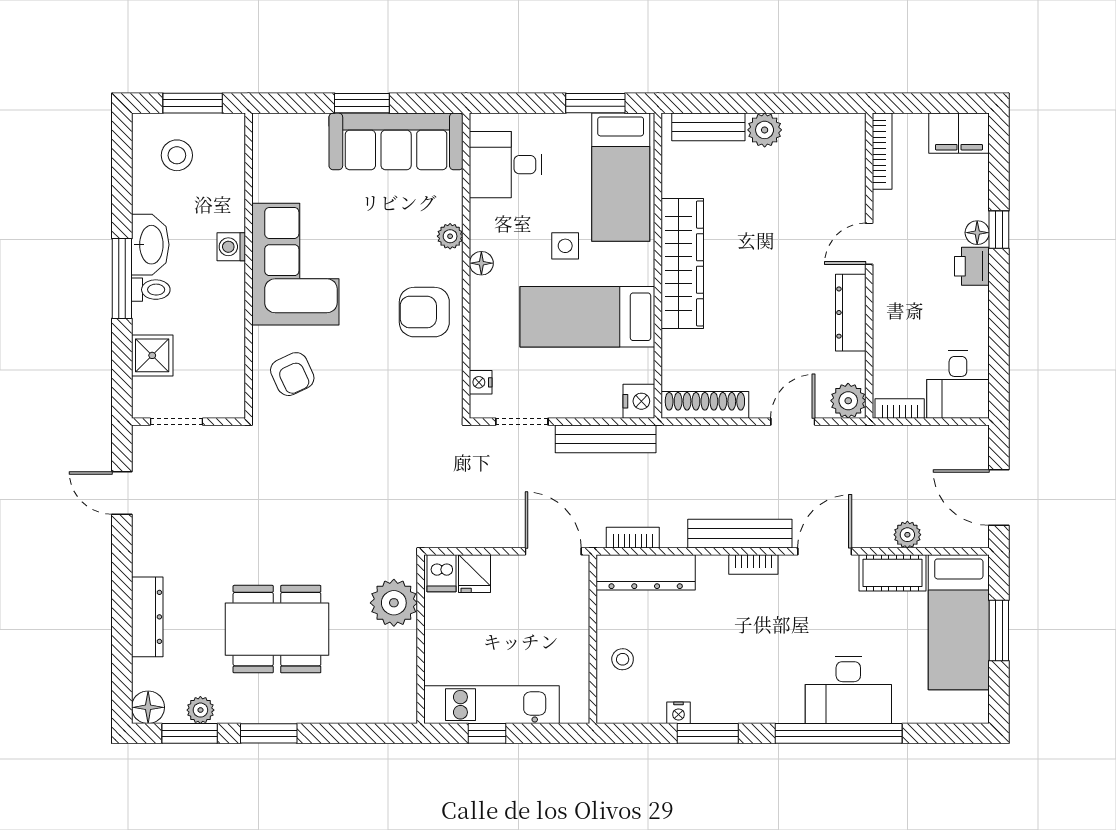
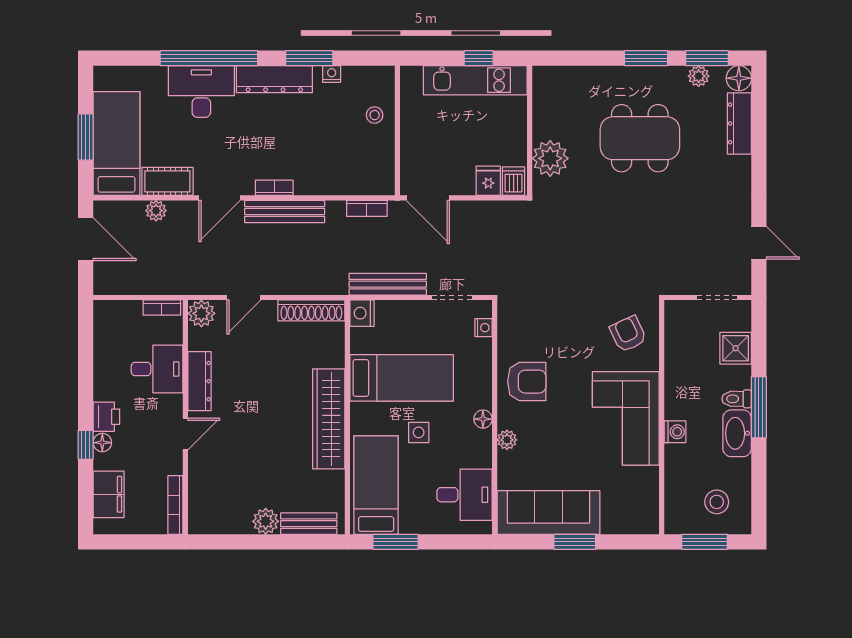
filing cabinet: (959, 133) -> (109, 494), moved, turned 90
desk: (958, 385) -> (157, 369), moved, turned 90
dresser: (646, 572) -> (274, 79), moved, turned 180
dresser: (147, 617) -> (739, 123), moved

